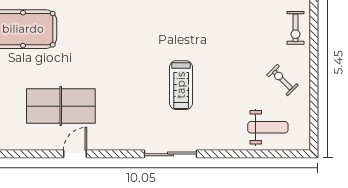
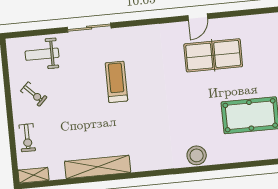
exercise bike: (295, 28) -> (27, 138), turned 180
sliding door: (170, 154) -> (89, 28), moved

